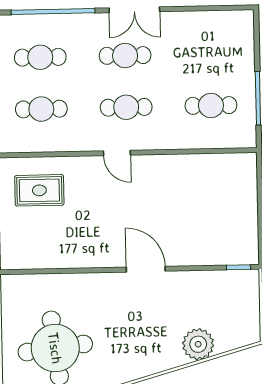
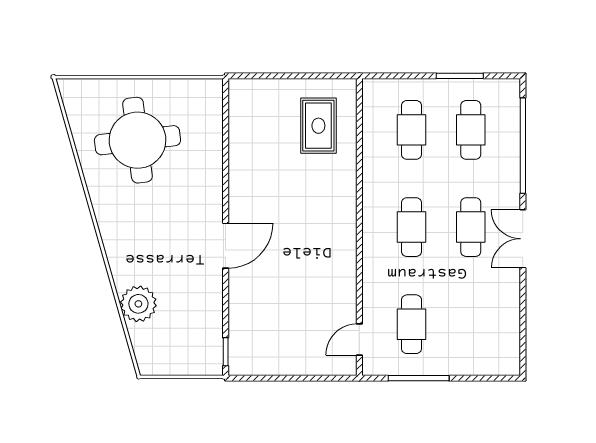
door: (117, 153) -> (359, 340), moved

